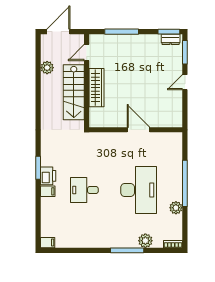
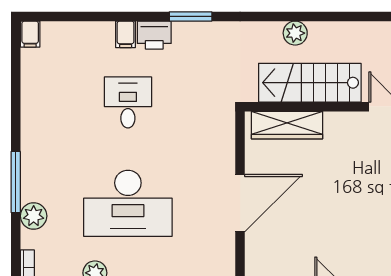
plant: (47, 68) -> (295, 33), moved
wardrobe: (97, 88) -> (287, 125), moved
door: (139, 130) -> (240, 203), width x1.36
window: (38, 168) -> (191, 16), moved

